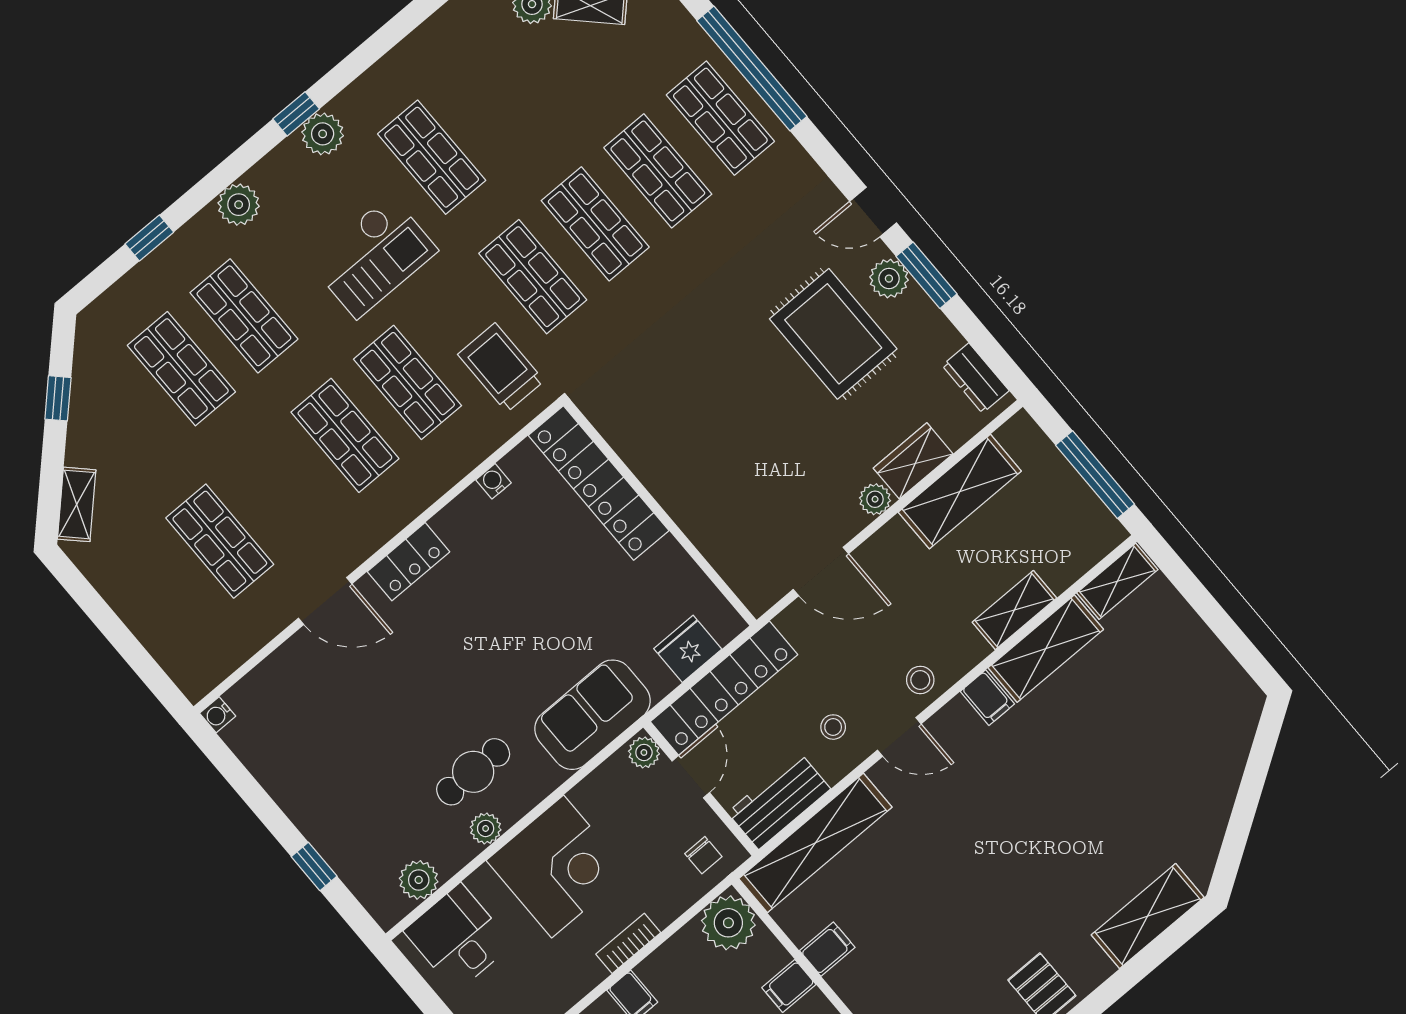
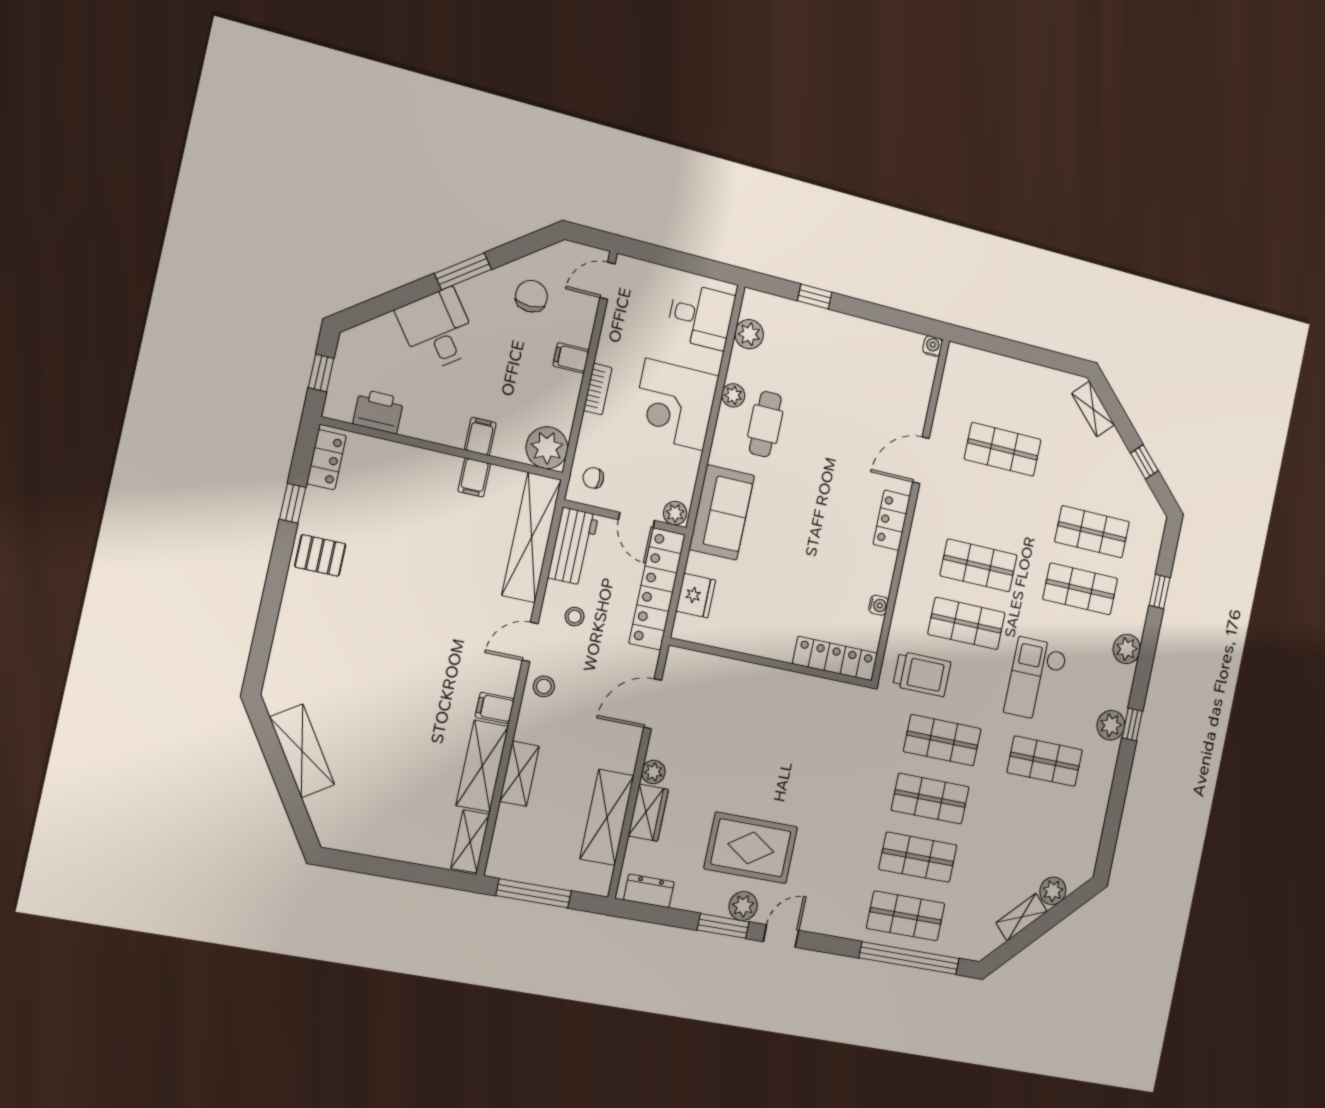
locker: (599, 483) -> (835, 659), width x0.71, depth x0.83
shelving: (1148, 916) -> (302, 751), moved, turned -33

